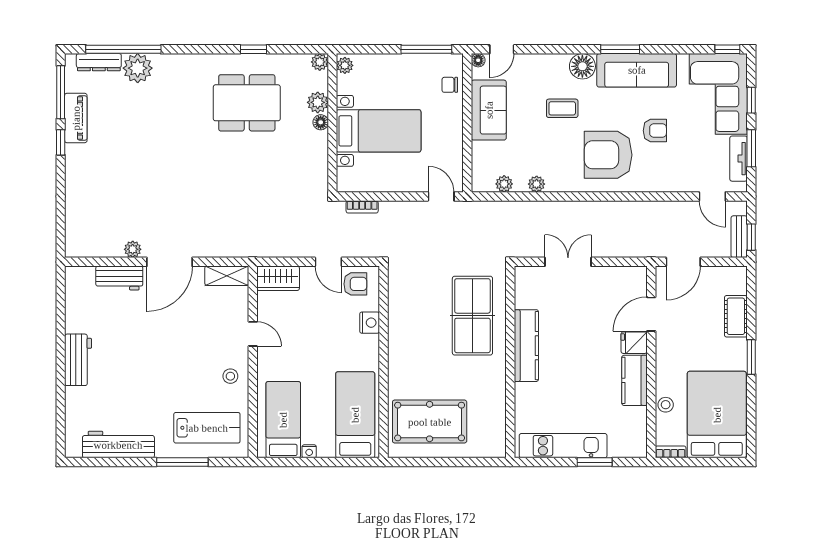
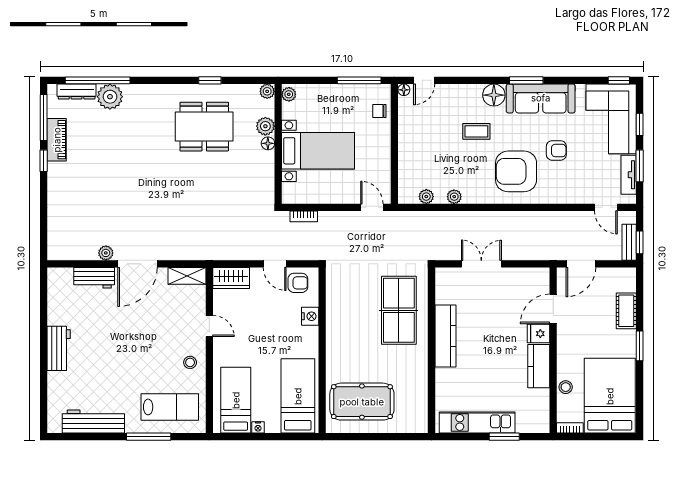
sofa: (489, 110) -> (413, 133), removed

